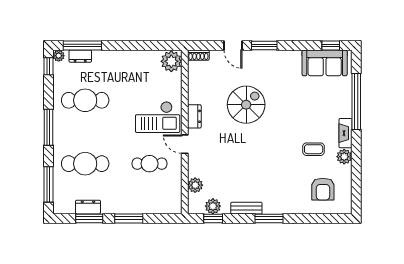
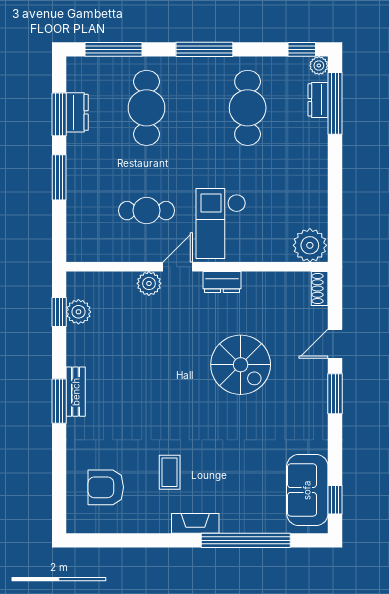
plant: (344, 157) -> (158, 521), removed
cafe table: (150, 164) -> (146, 211), turned 90
plant: (195, 185) -> (149, 283), moved
bench: (246, 208) -> (76, 392), moved

